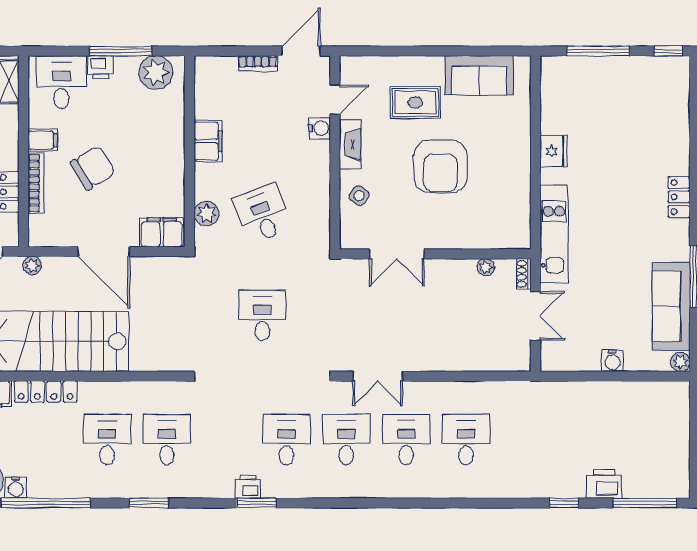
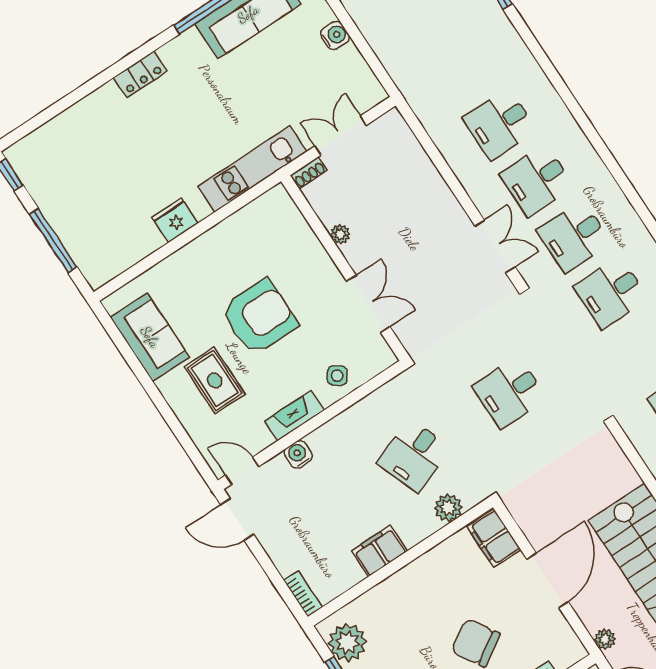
bookcase: (258, 63) -> (303, 594), moved
door: (335, 100) -> (242, 471), moved
plant: (486, 267) -> (340, 234), moved

